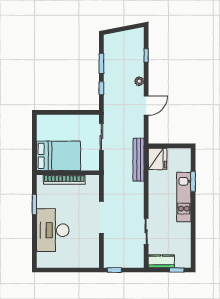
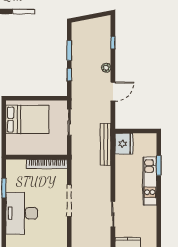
bed: (58, 156) -> (27, 119), moved
bookcase: (64, 180) -> (47, 164), moved

